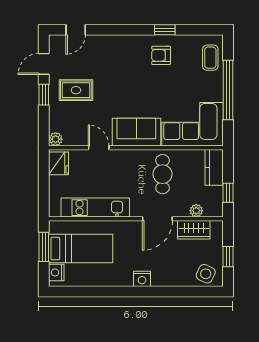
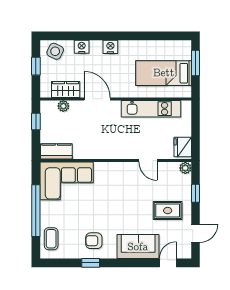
armchair: (161, 55) -> (94, 241), turned 180
window: (44, 95) -> (196, 193), moved
sofa: (136, 132) -> (138, 247), moved, turned 180
kitchen counter: (214, 167) -> (56, 151), moved, turned -90
cafe table: (163, 174) -> (93, 138), removed
door: (157, 219) -> (97, 99), hinge flipped
window: (44, 247) -> (196, 63), moved
nightstand: (56, 272) -> (82, 47), moved, turned -90

